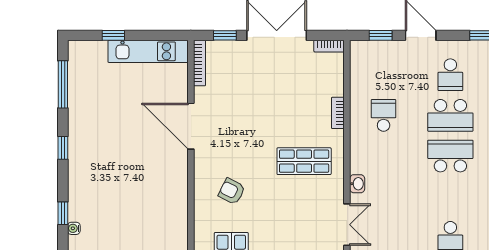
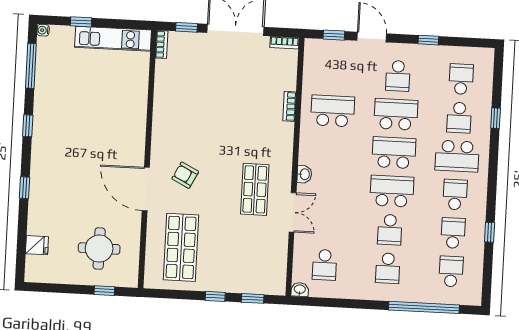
bookcase: (200, 63) -> (162, 44), width x0.64
school desk: (384, 115) -> (333, 111), width x1.85
school desk: (450, 115) -> (396, 114), turned 180
door: (191, 126) -> (146, 189), moved
shop shelf: (304, 161) -> (255, 189), moved, turned 90
school desk: (450, 197) -> (392, 191), added
water cooler: (74, 228) -> (43, 30), moved

